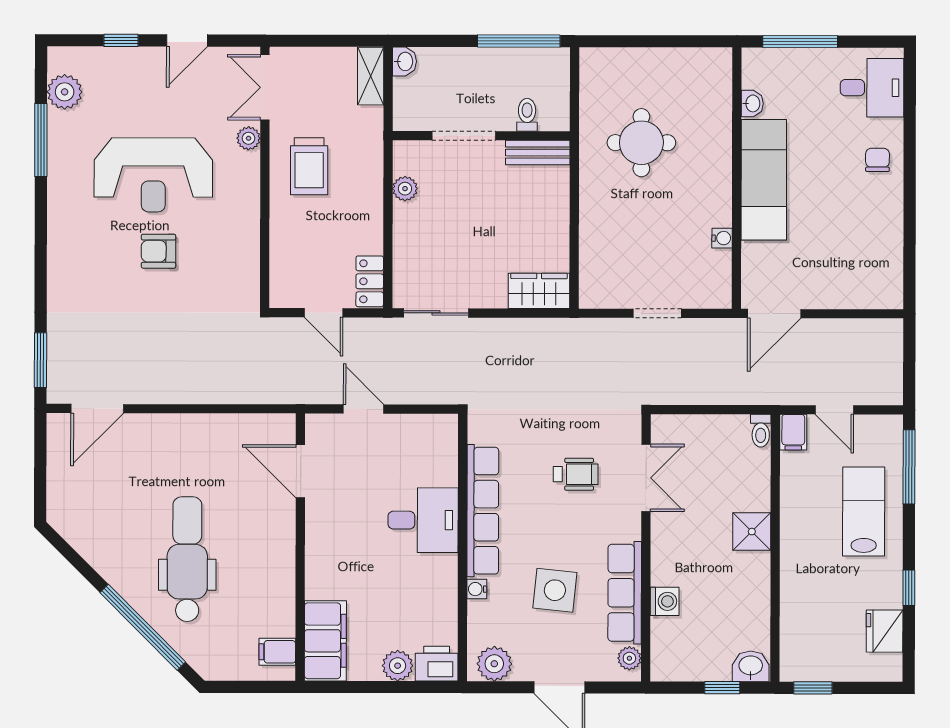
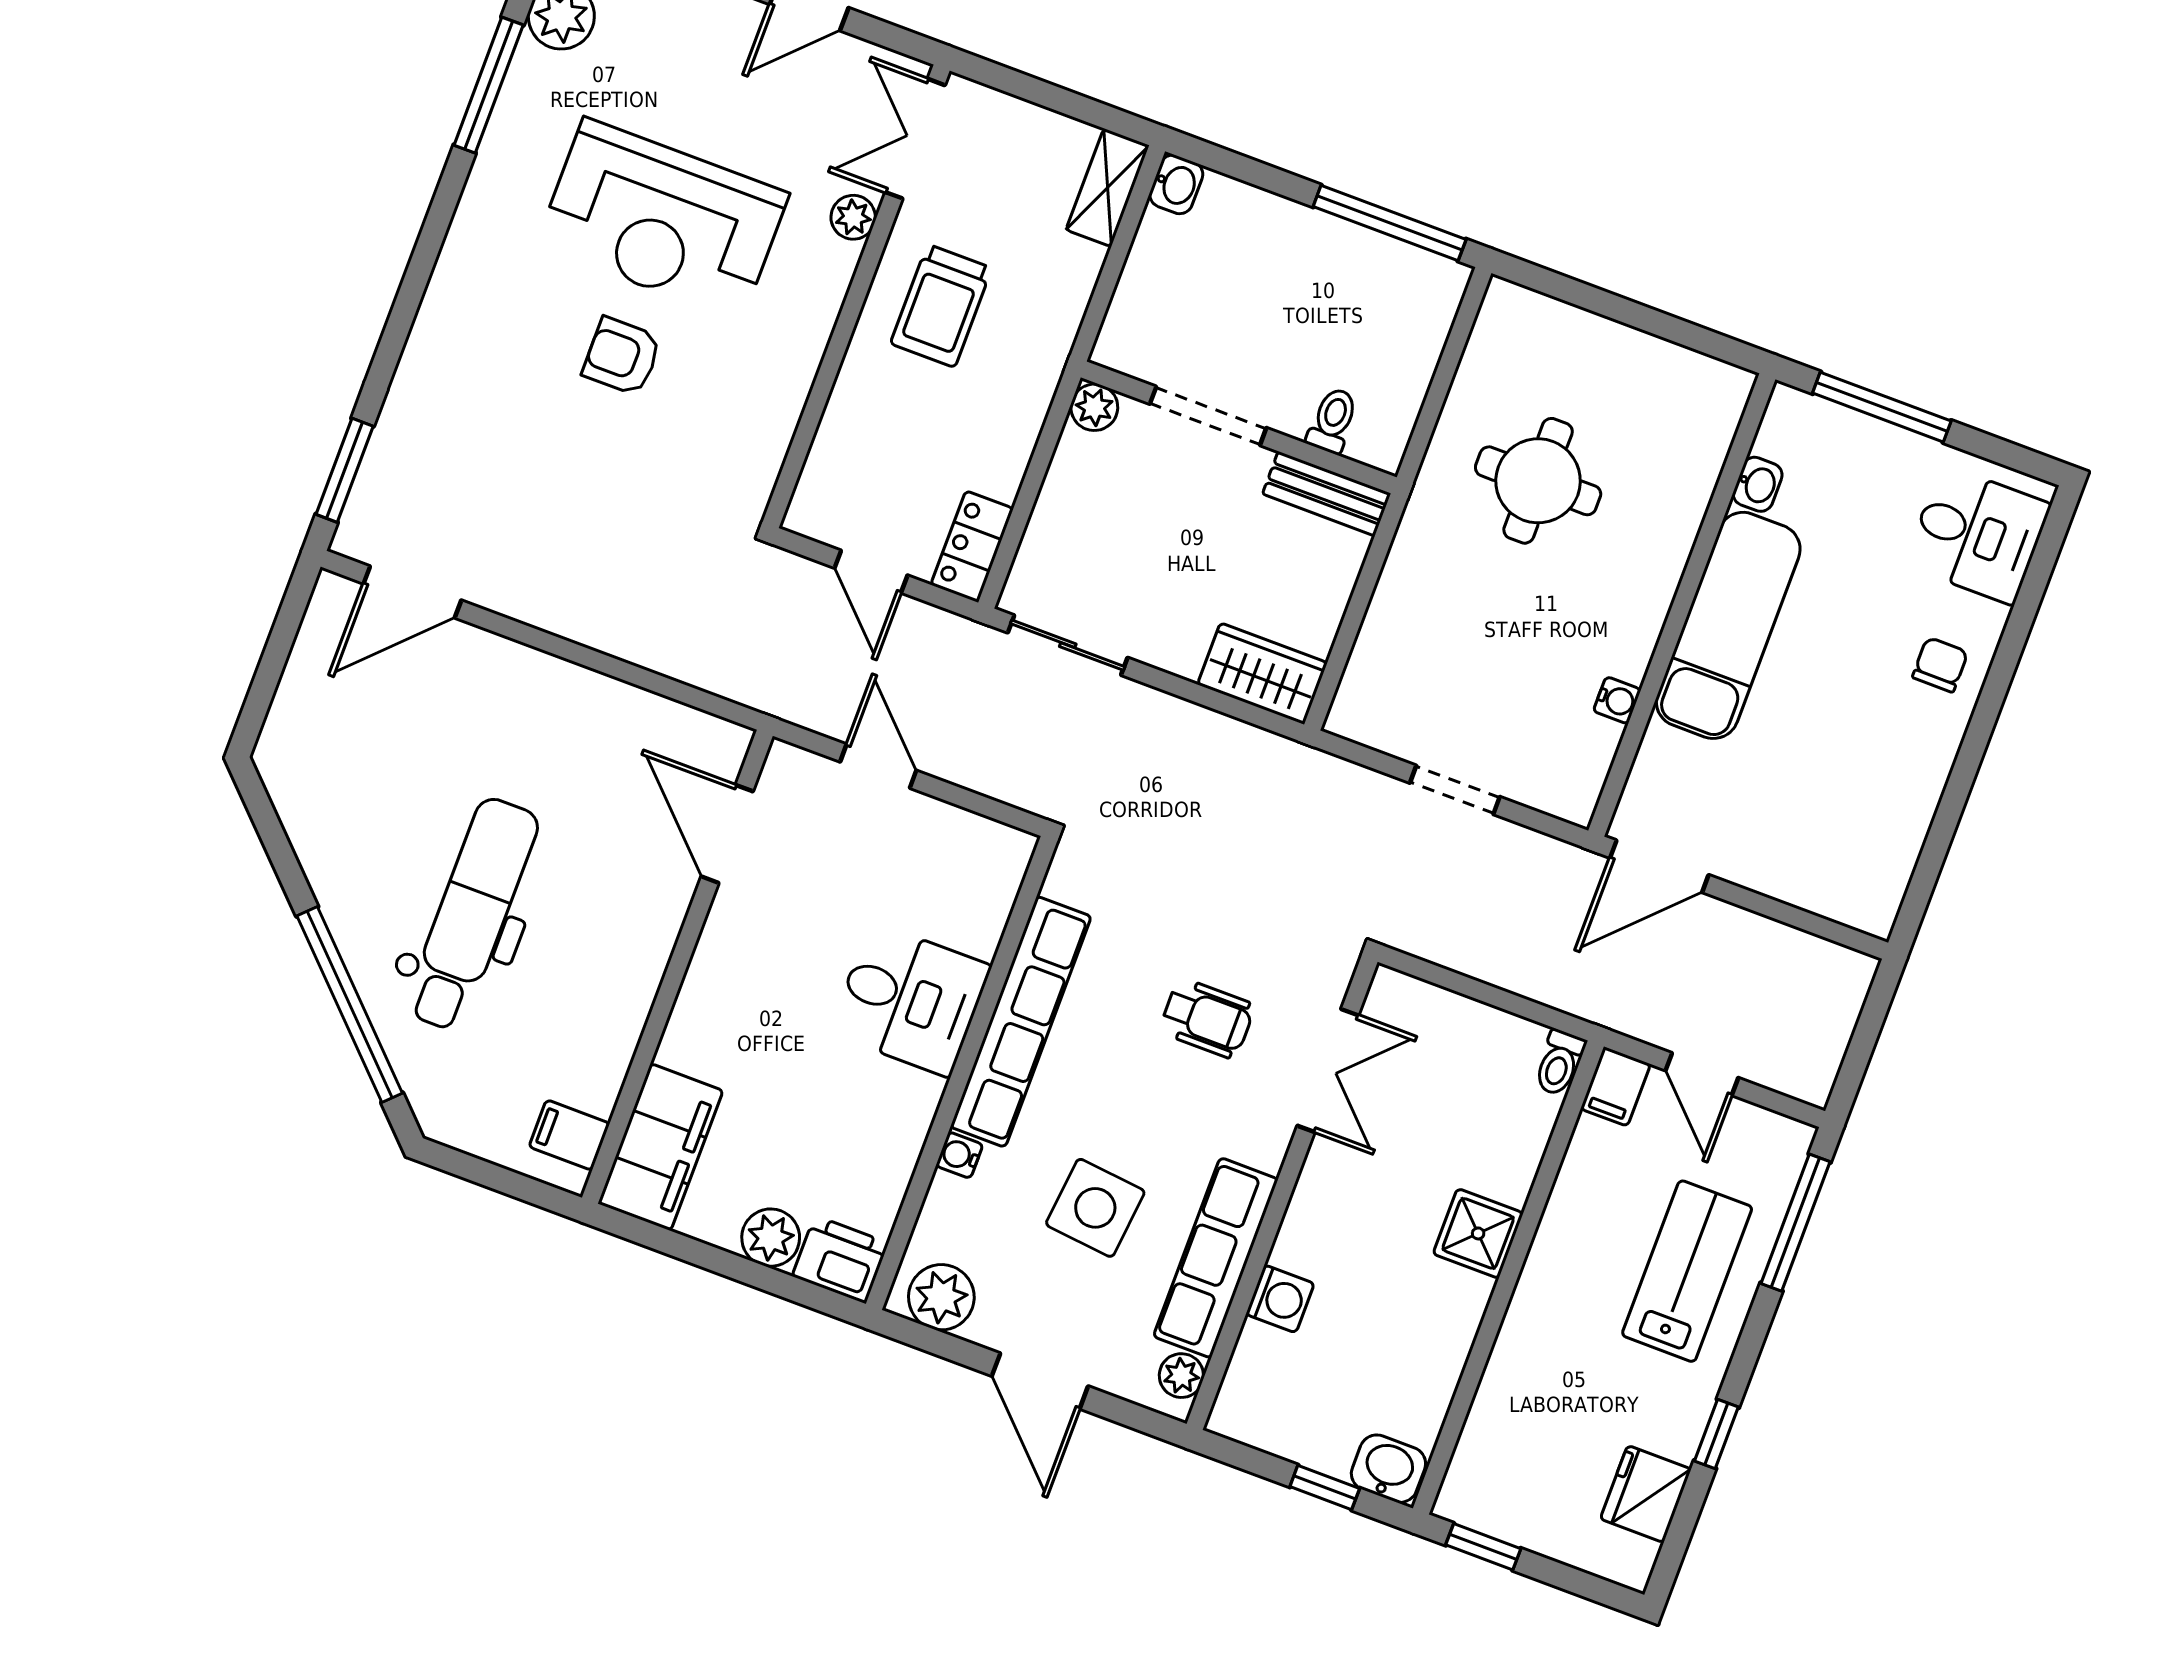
toilet: (527, 115) -> (1333, 421), moved
doorway: (464, 136) -> (1208, 416), moved
wall: (481, 136) -> (1239, 427), moved
bench: (538, 153) -> (1327, 494), moved

